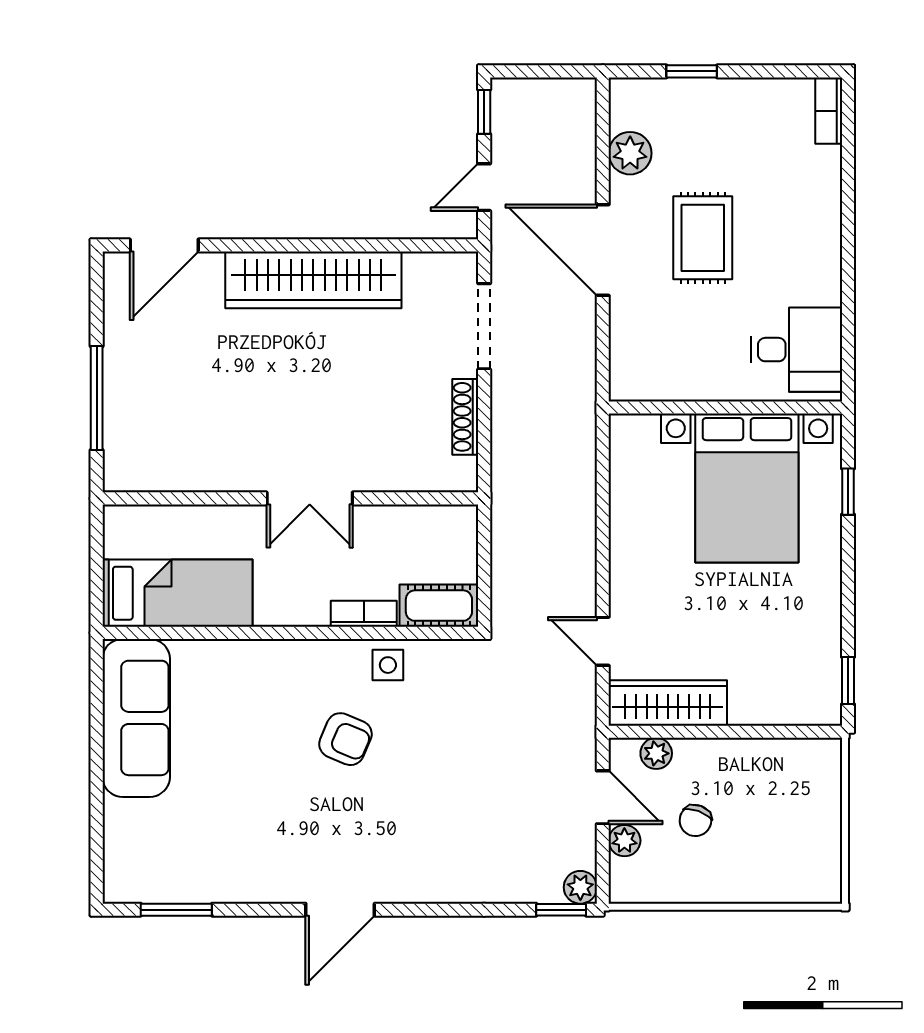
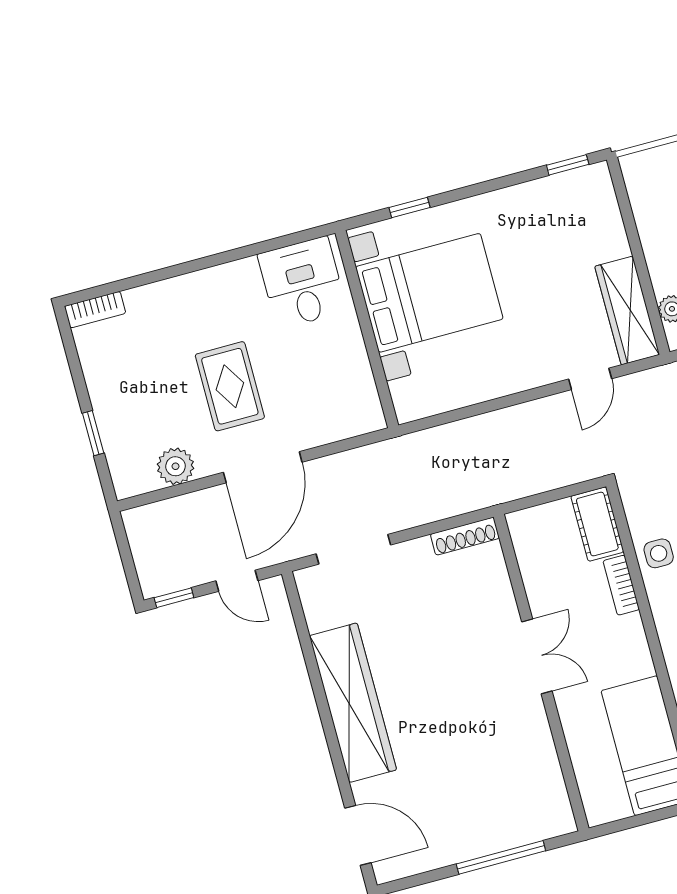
rug: (703, 238) -> (230, 386), turned 90
shoe rack: (465, 417) -> (465, 536), moved

